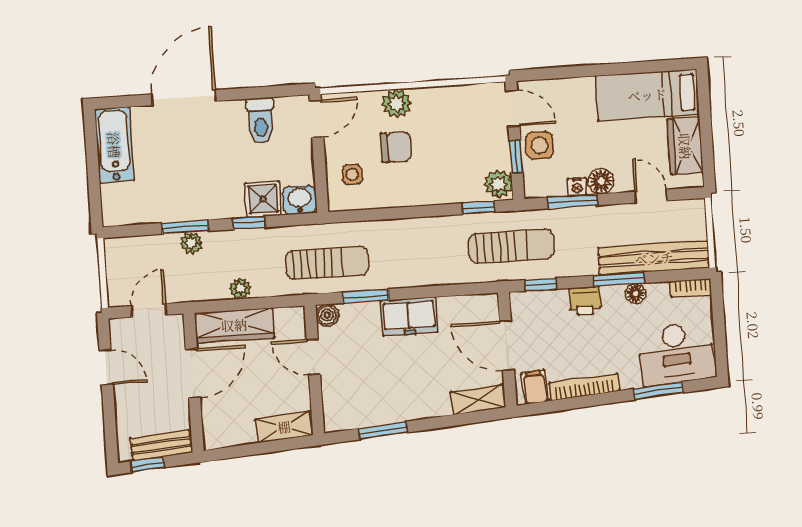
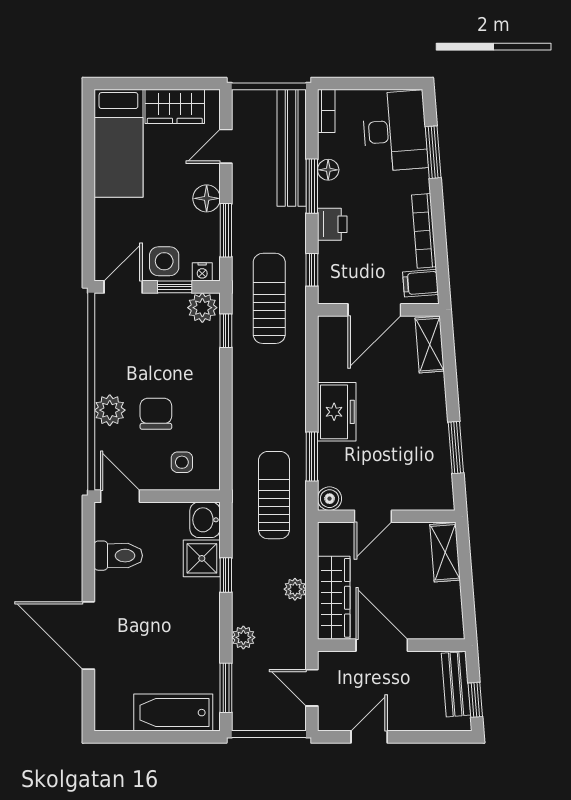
bathtub: (114, 145) -> (173, 713), moved
nightstand: (577, 187) -> (202, 272), moved, turned 90
window: (185, 227) -> (226, 688), moved

